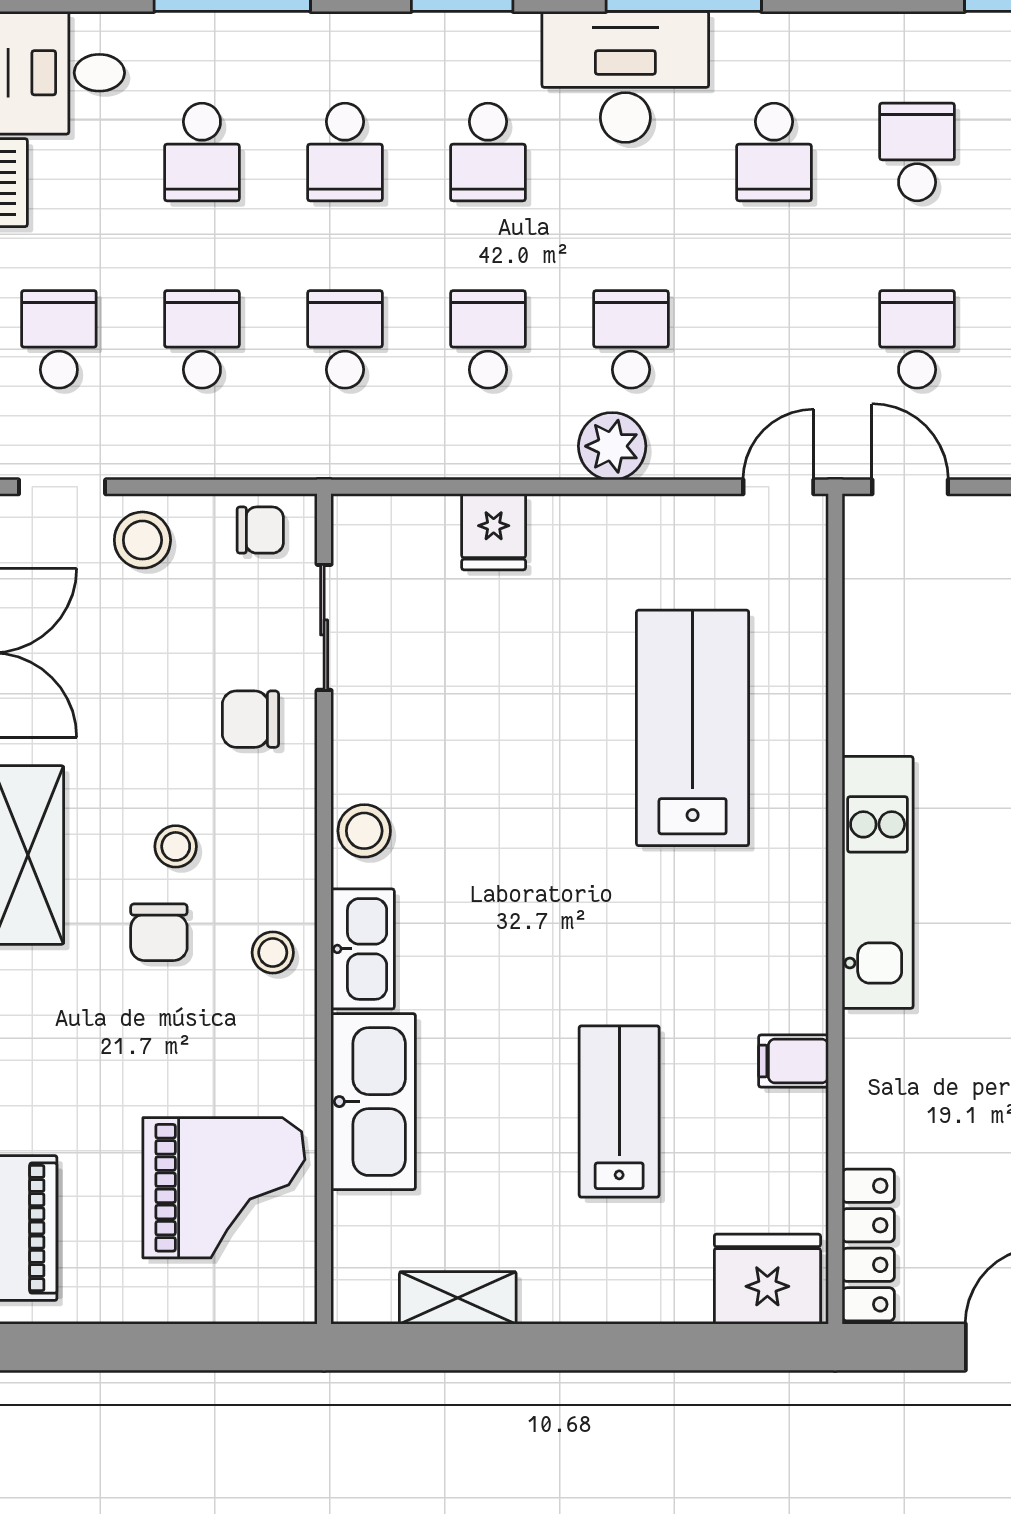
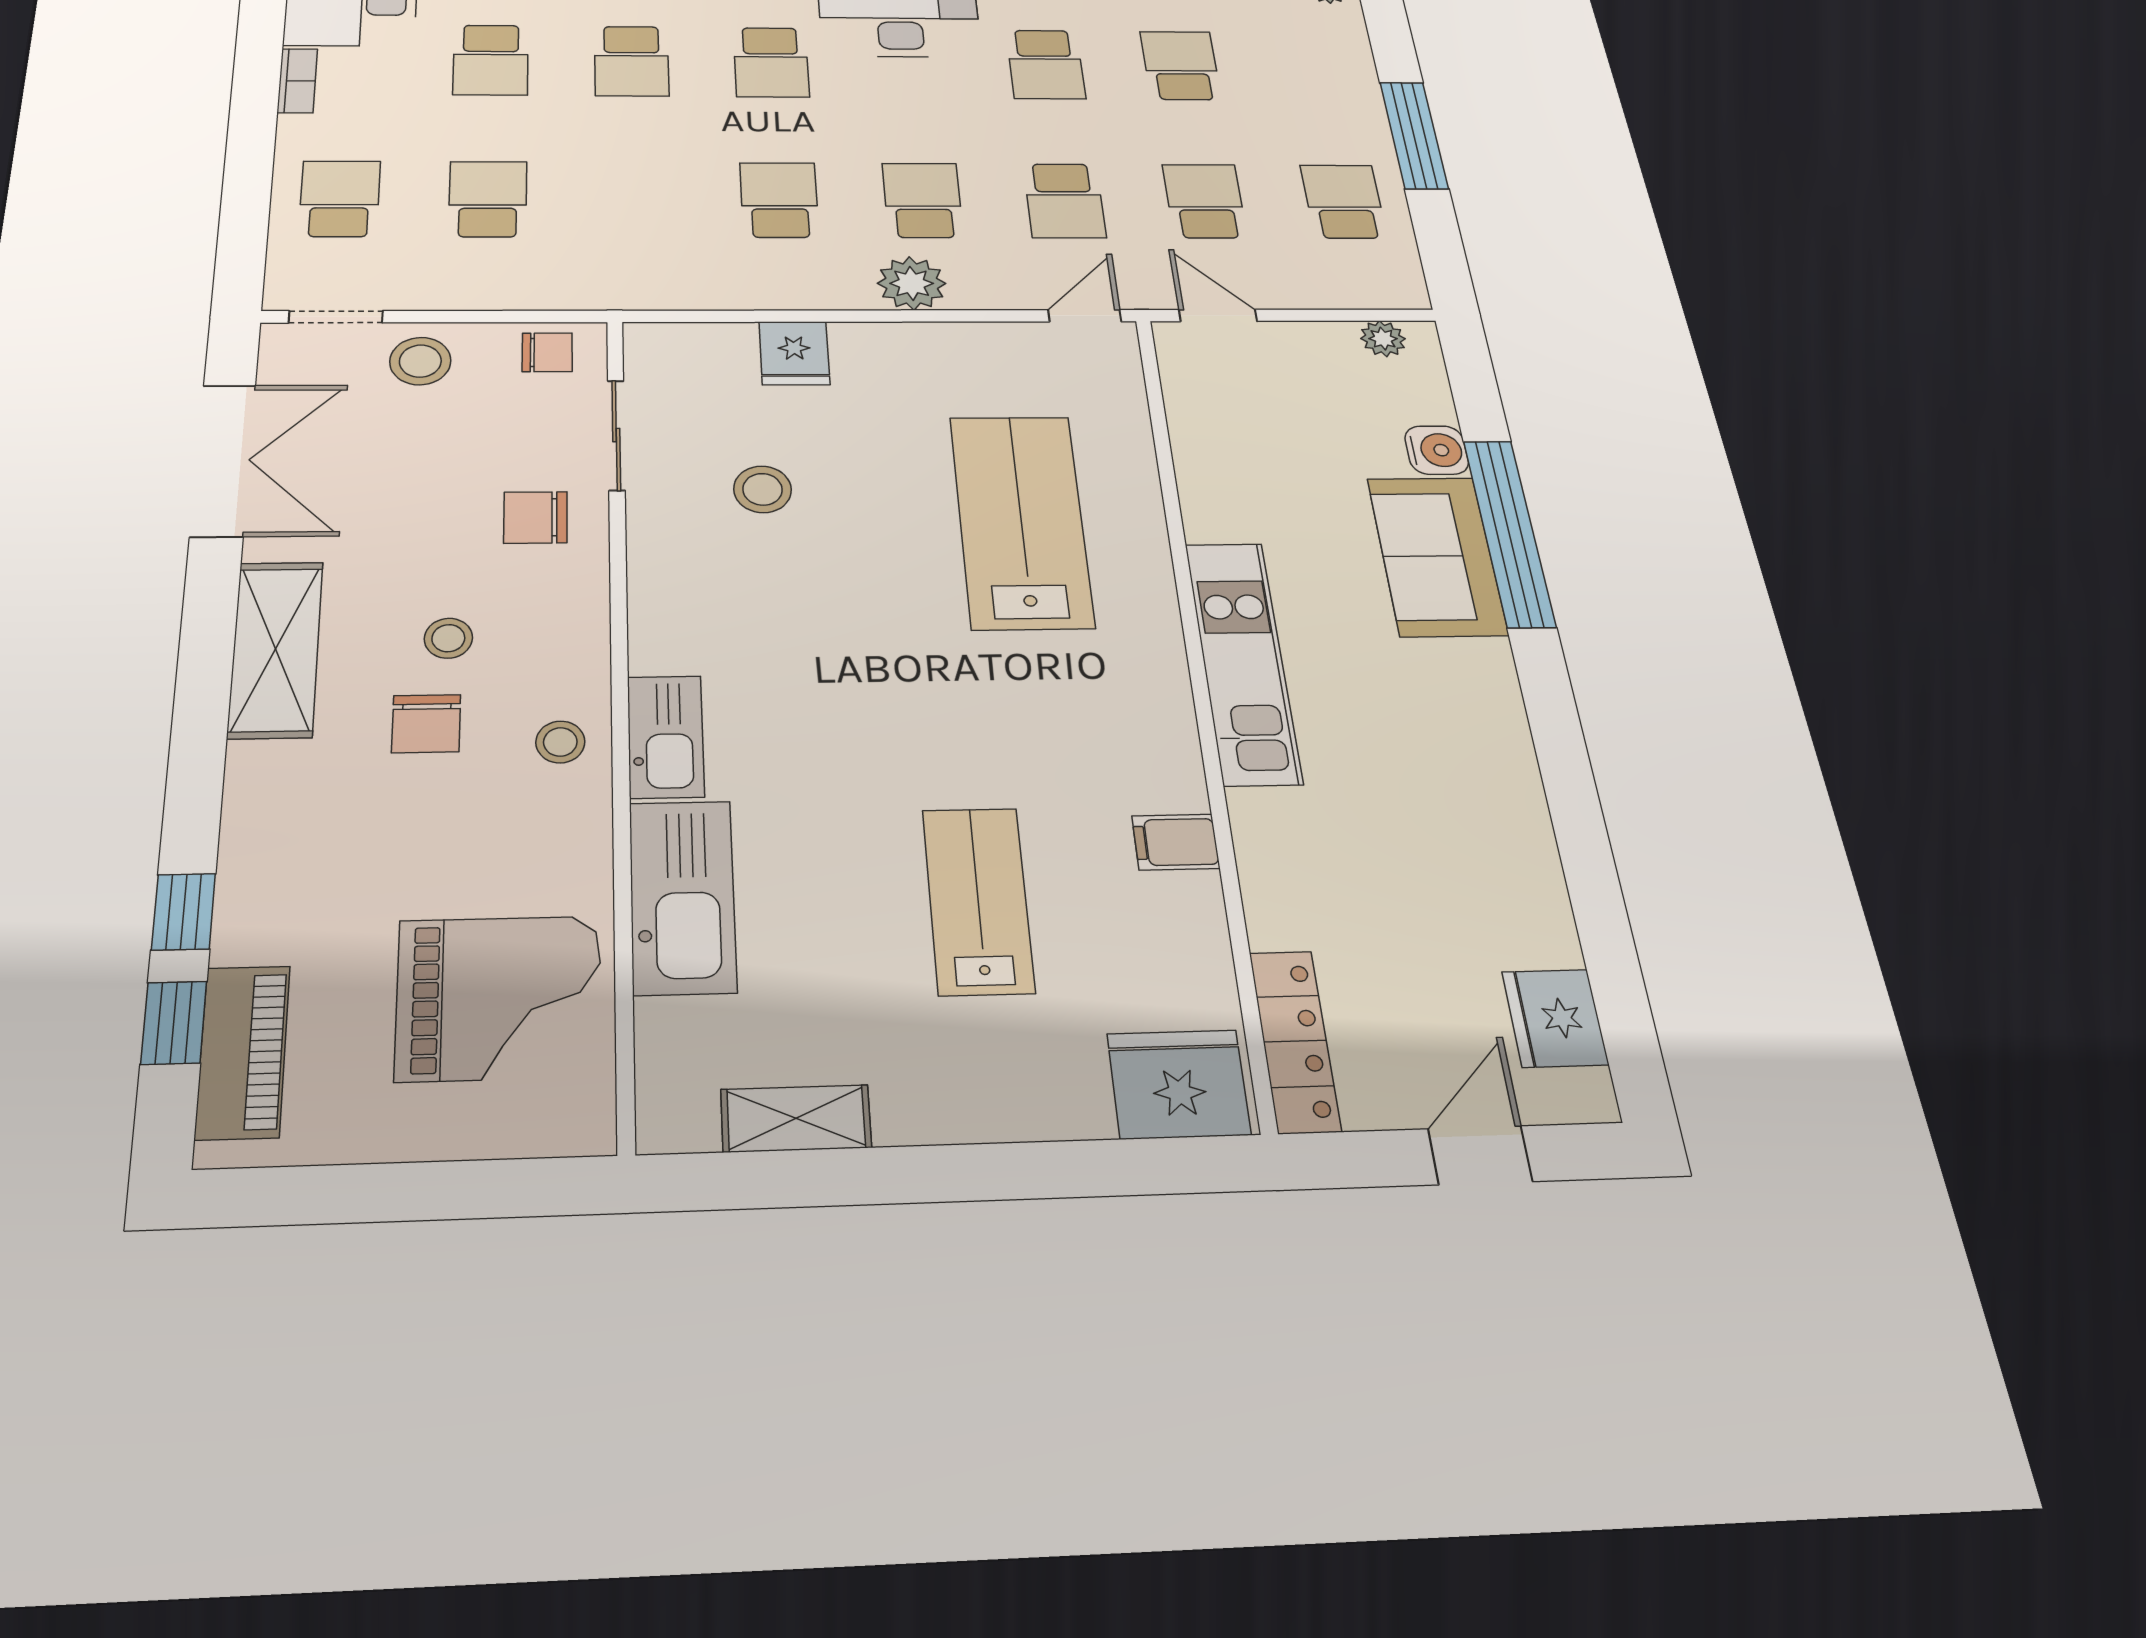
school desk: (345, 339) -> (1064, 201), moved, turned 180
stool: (364, 831) -> (763, 489), moved

